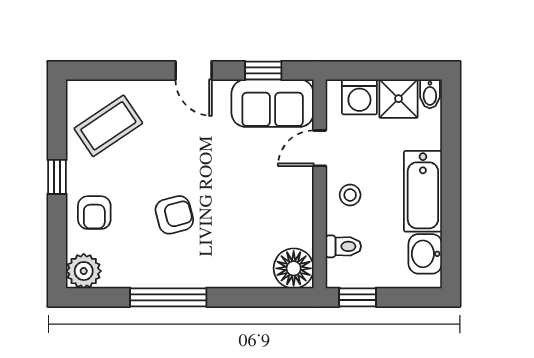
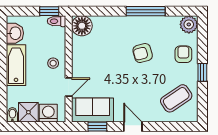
toilet: (343, 246) -> (57, 21), moved

